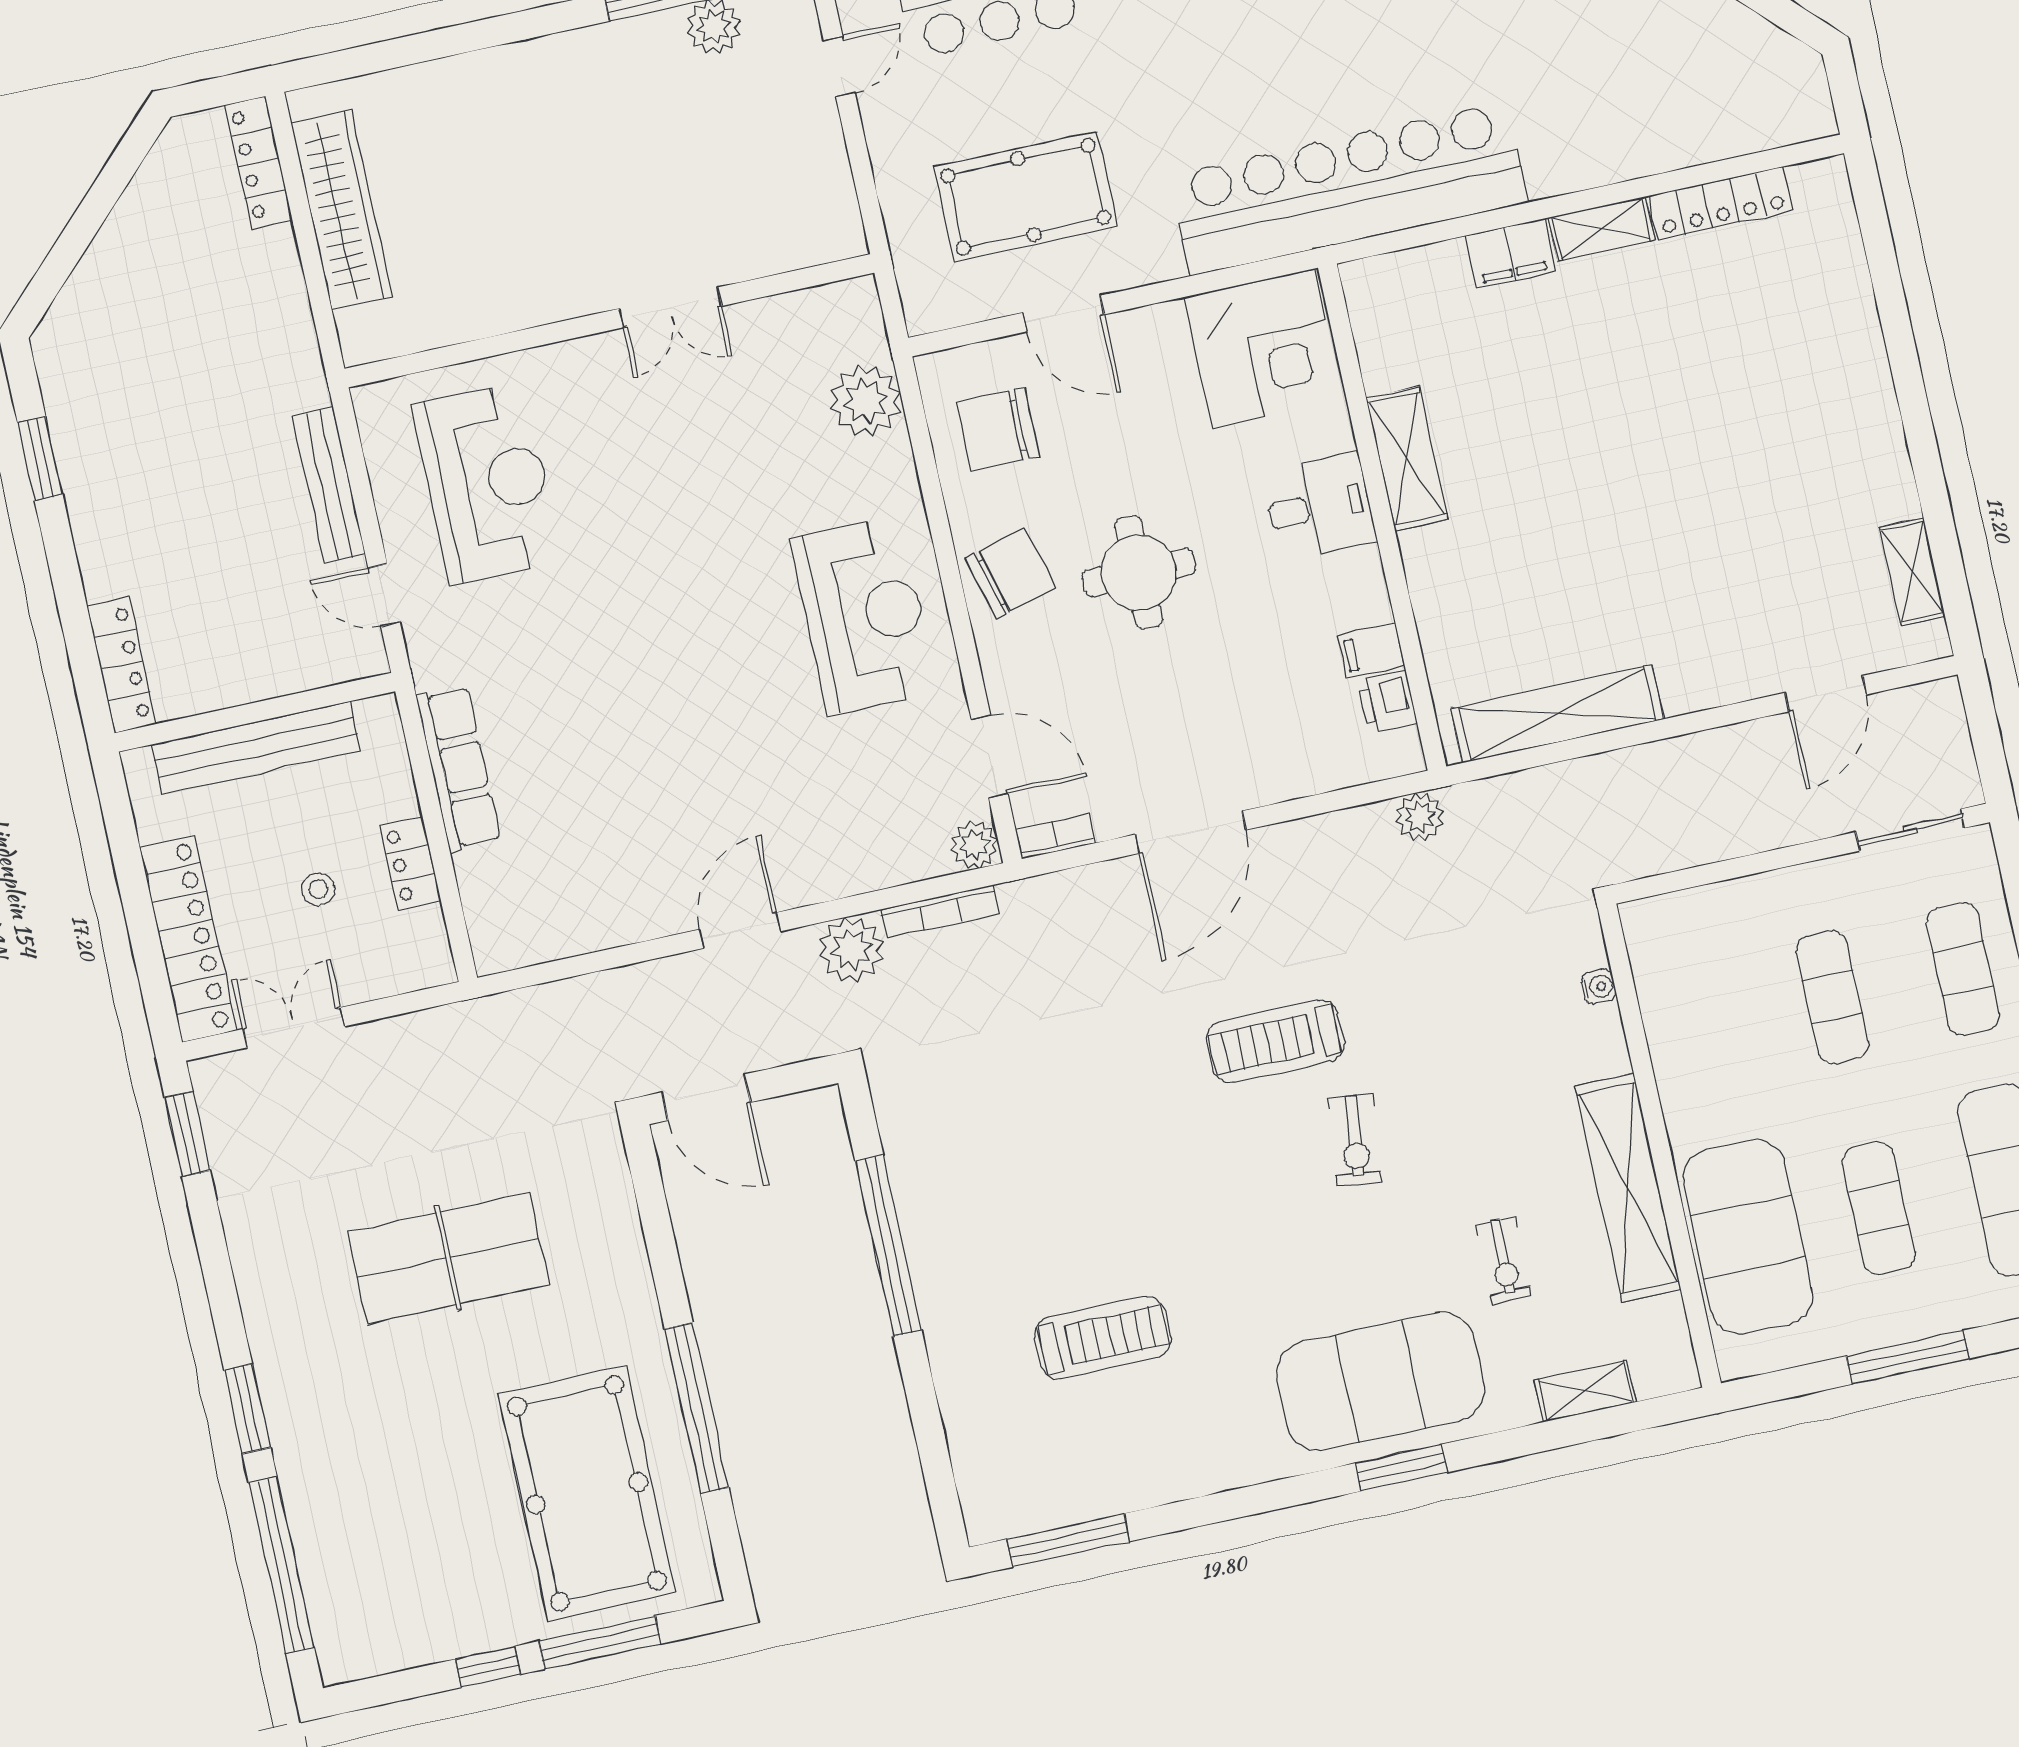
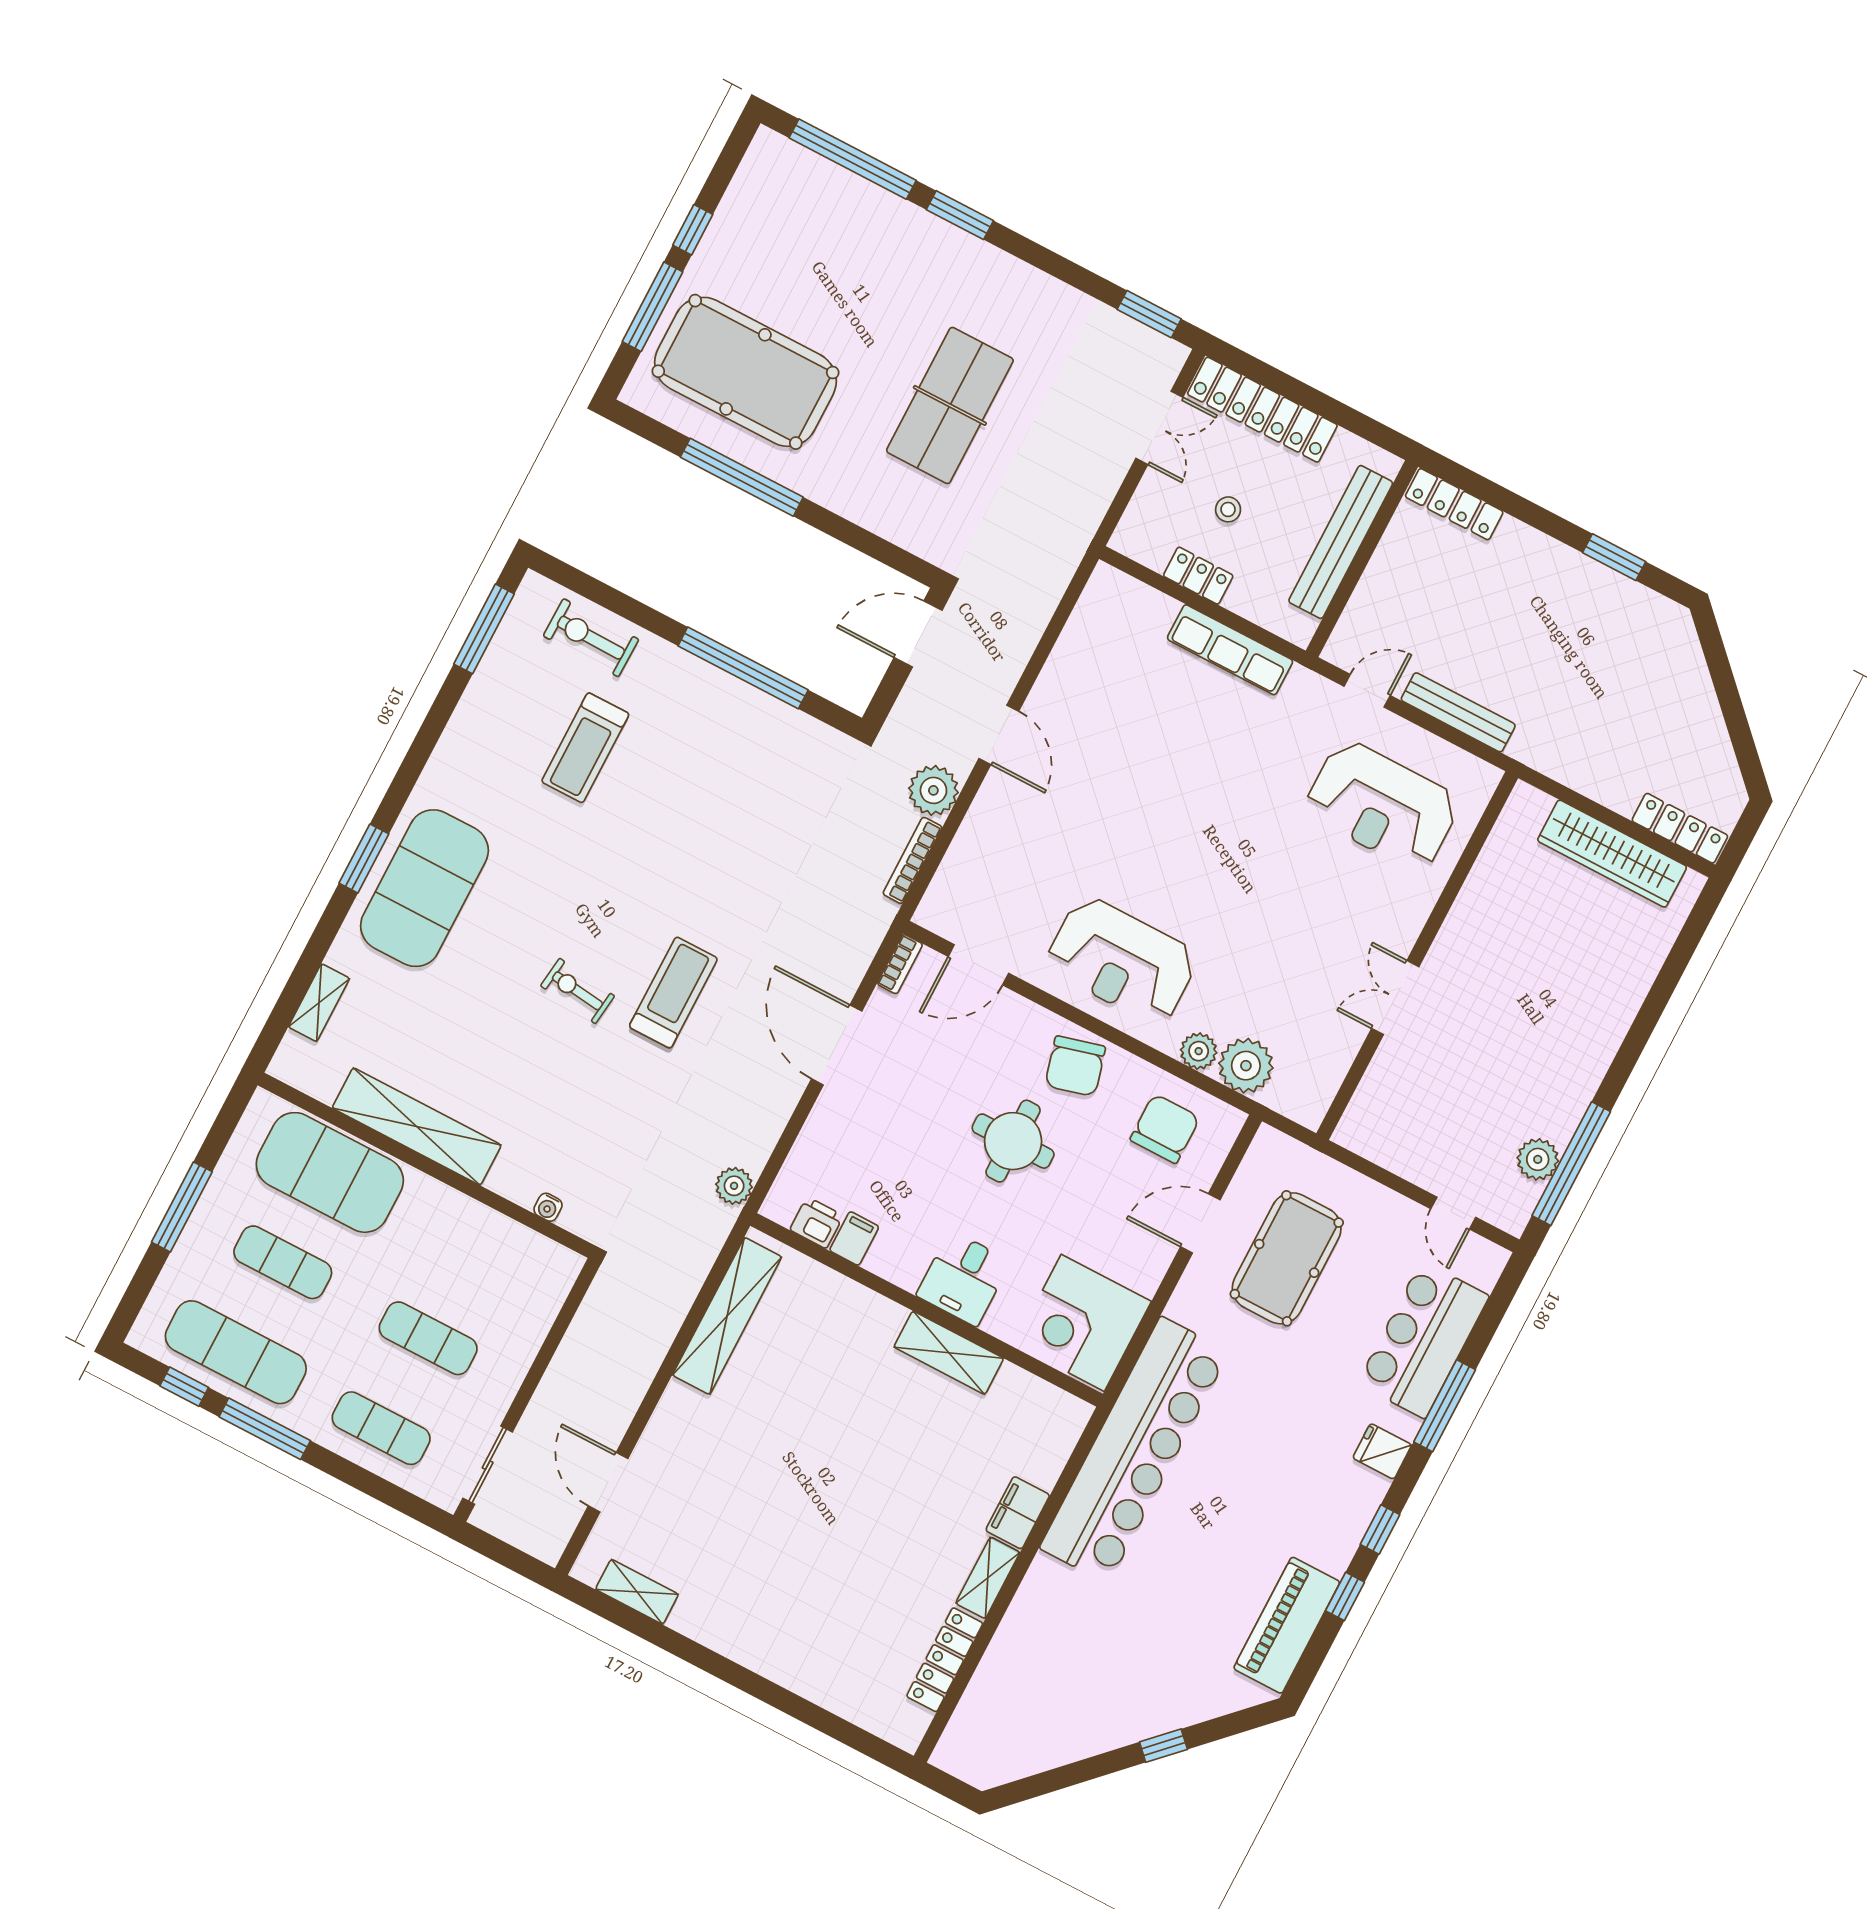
plant: (974, 845) -> (1199, 1051), moved
exercise bike: (1504, 1260) -> (591, 638), moved, width x1.38, depth x1.39

